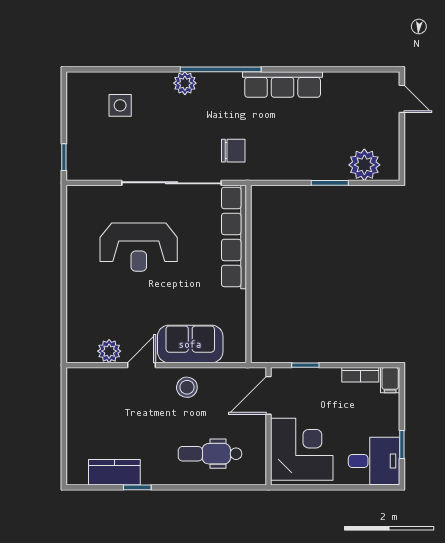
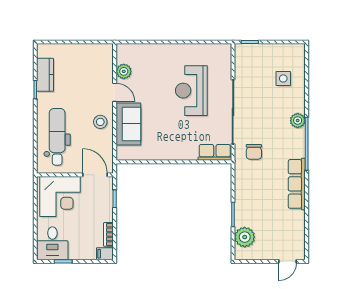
row of seats: (234, 237) -> (215, 152), width x0.50
dental chair: (210, 454) -> (57, 137), width x1.36, depth x1.38

